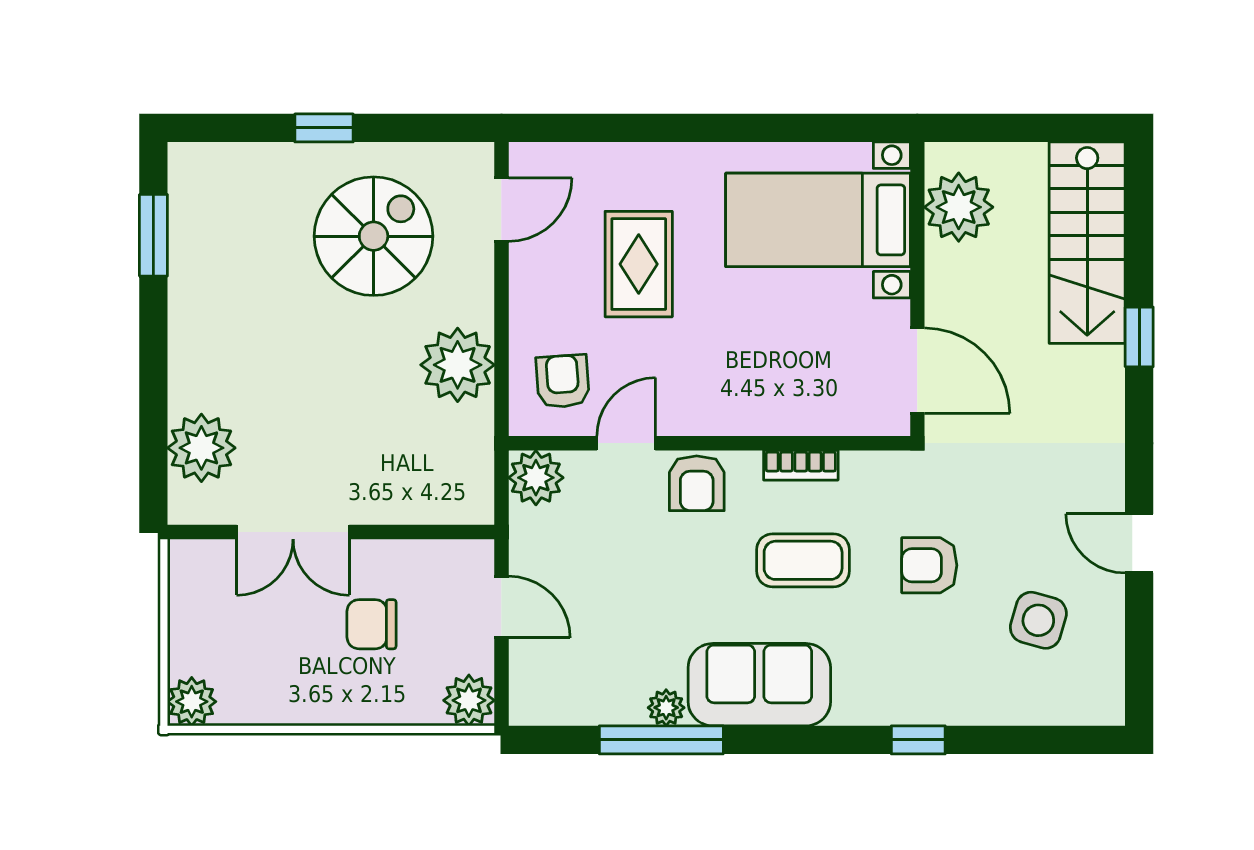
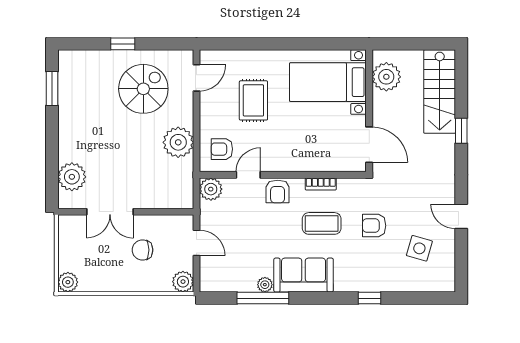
armchair: (563, 381) -> (222, 149), turned -86

